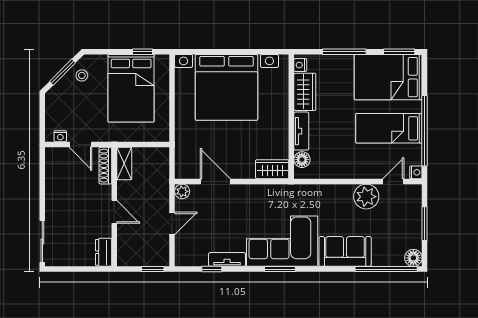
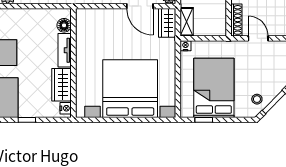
window: (344, 52) -> (27, 120), width x0.46
nightstand: (60, 136) -> (185, 46), moved
shelving: (124, 164) -> (187, 22), moved
wardrobe: (272, 169) -> (167, 23), moved, turned 90

